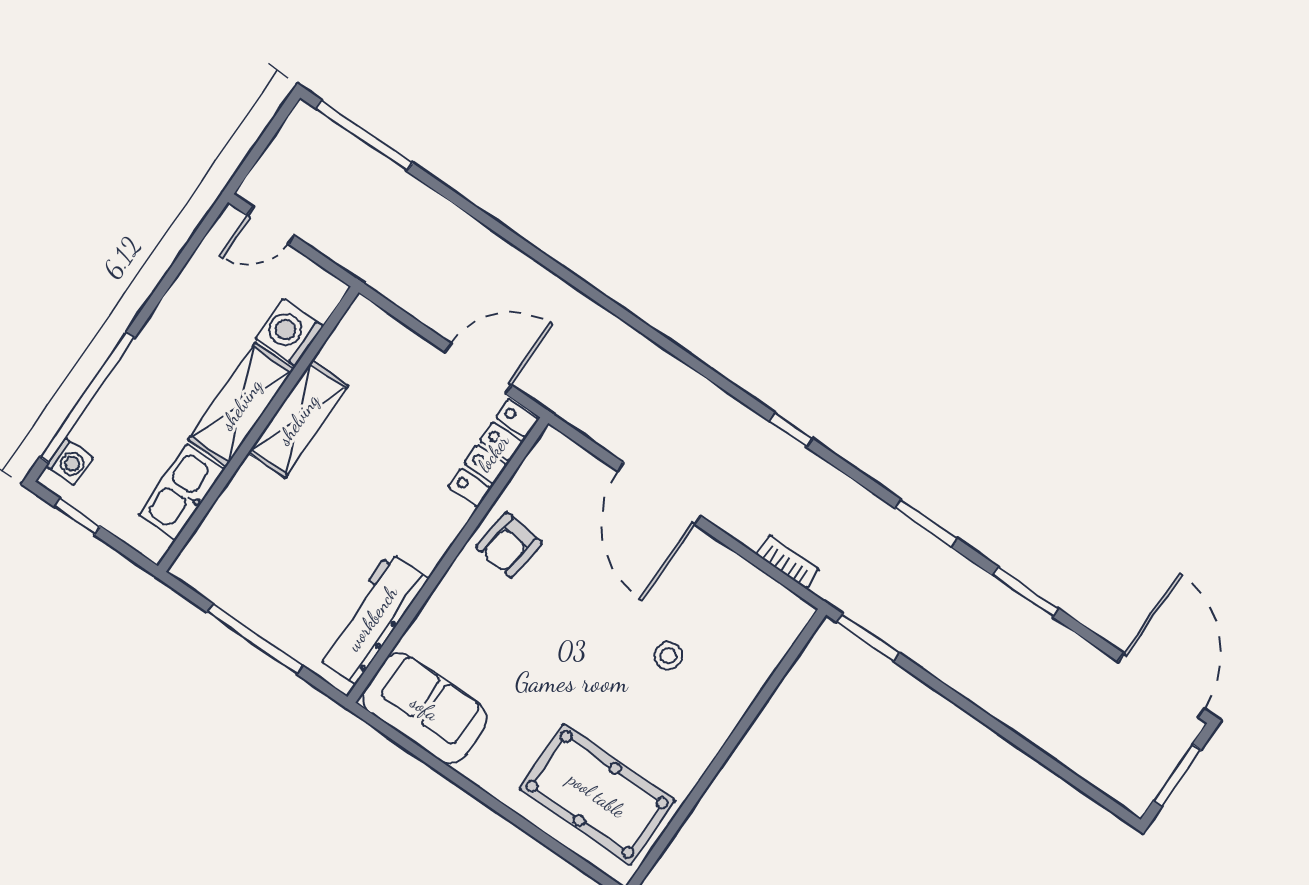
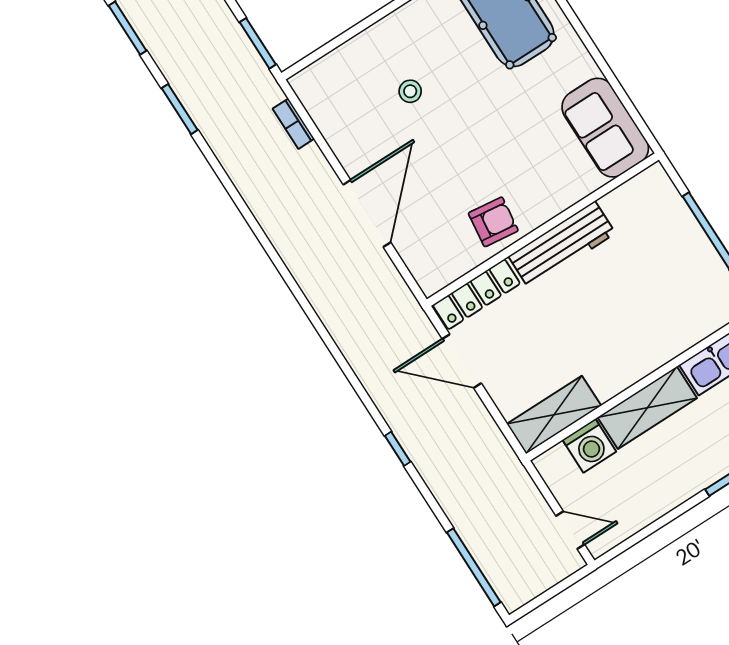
shelving: (298, 419) -> (554, 415), moved
window: (791, 430) -> (398, 449), moved
workbench: (372, 618) -> (562, 245), moved

